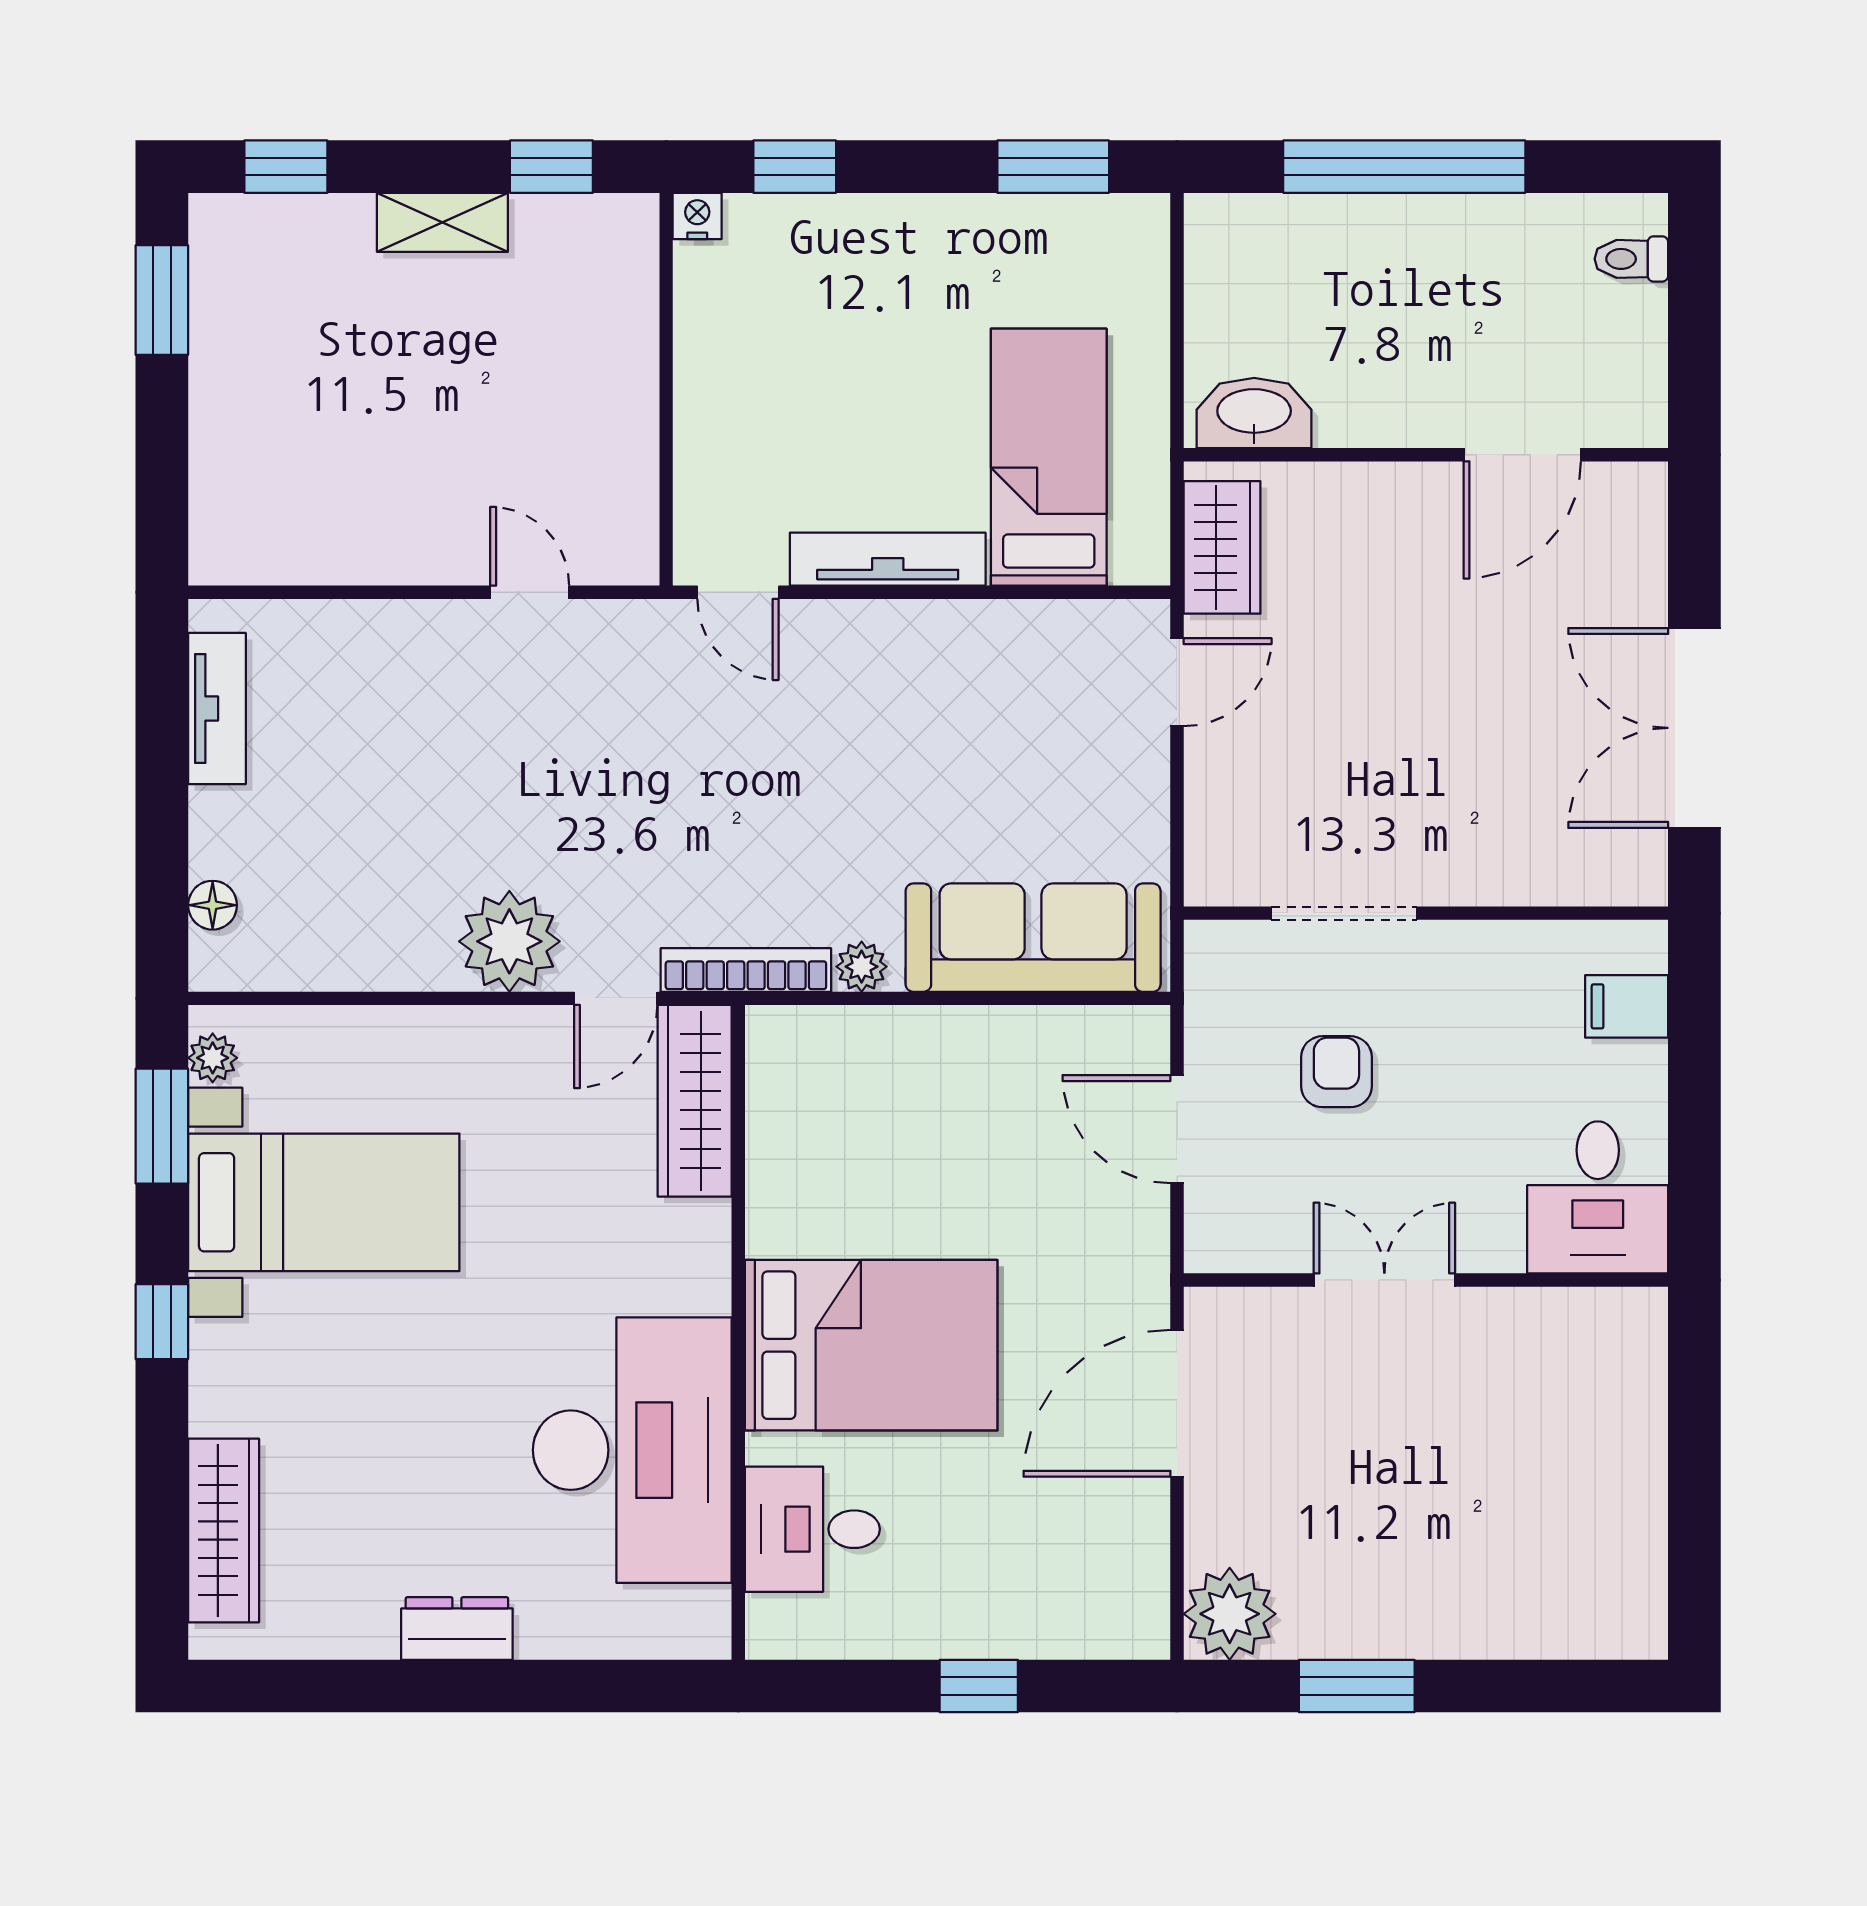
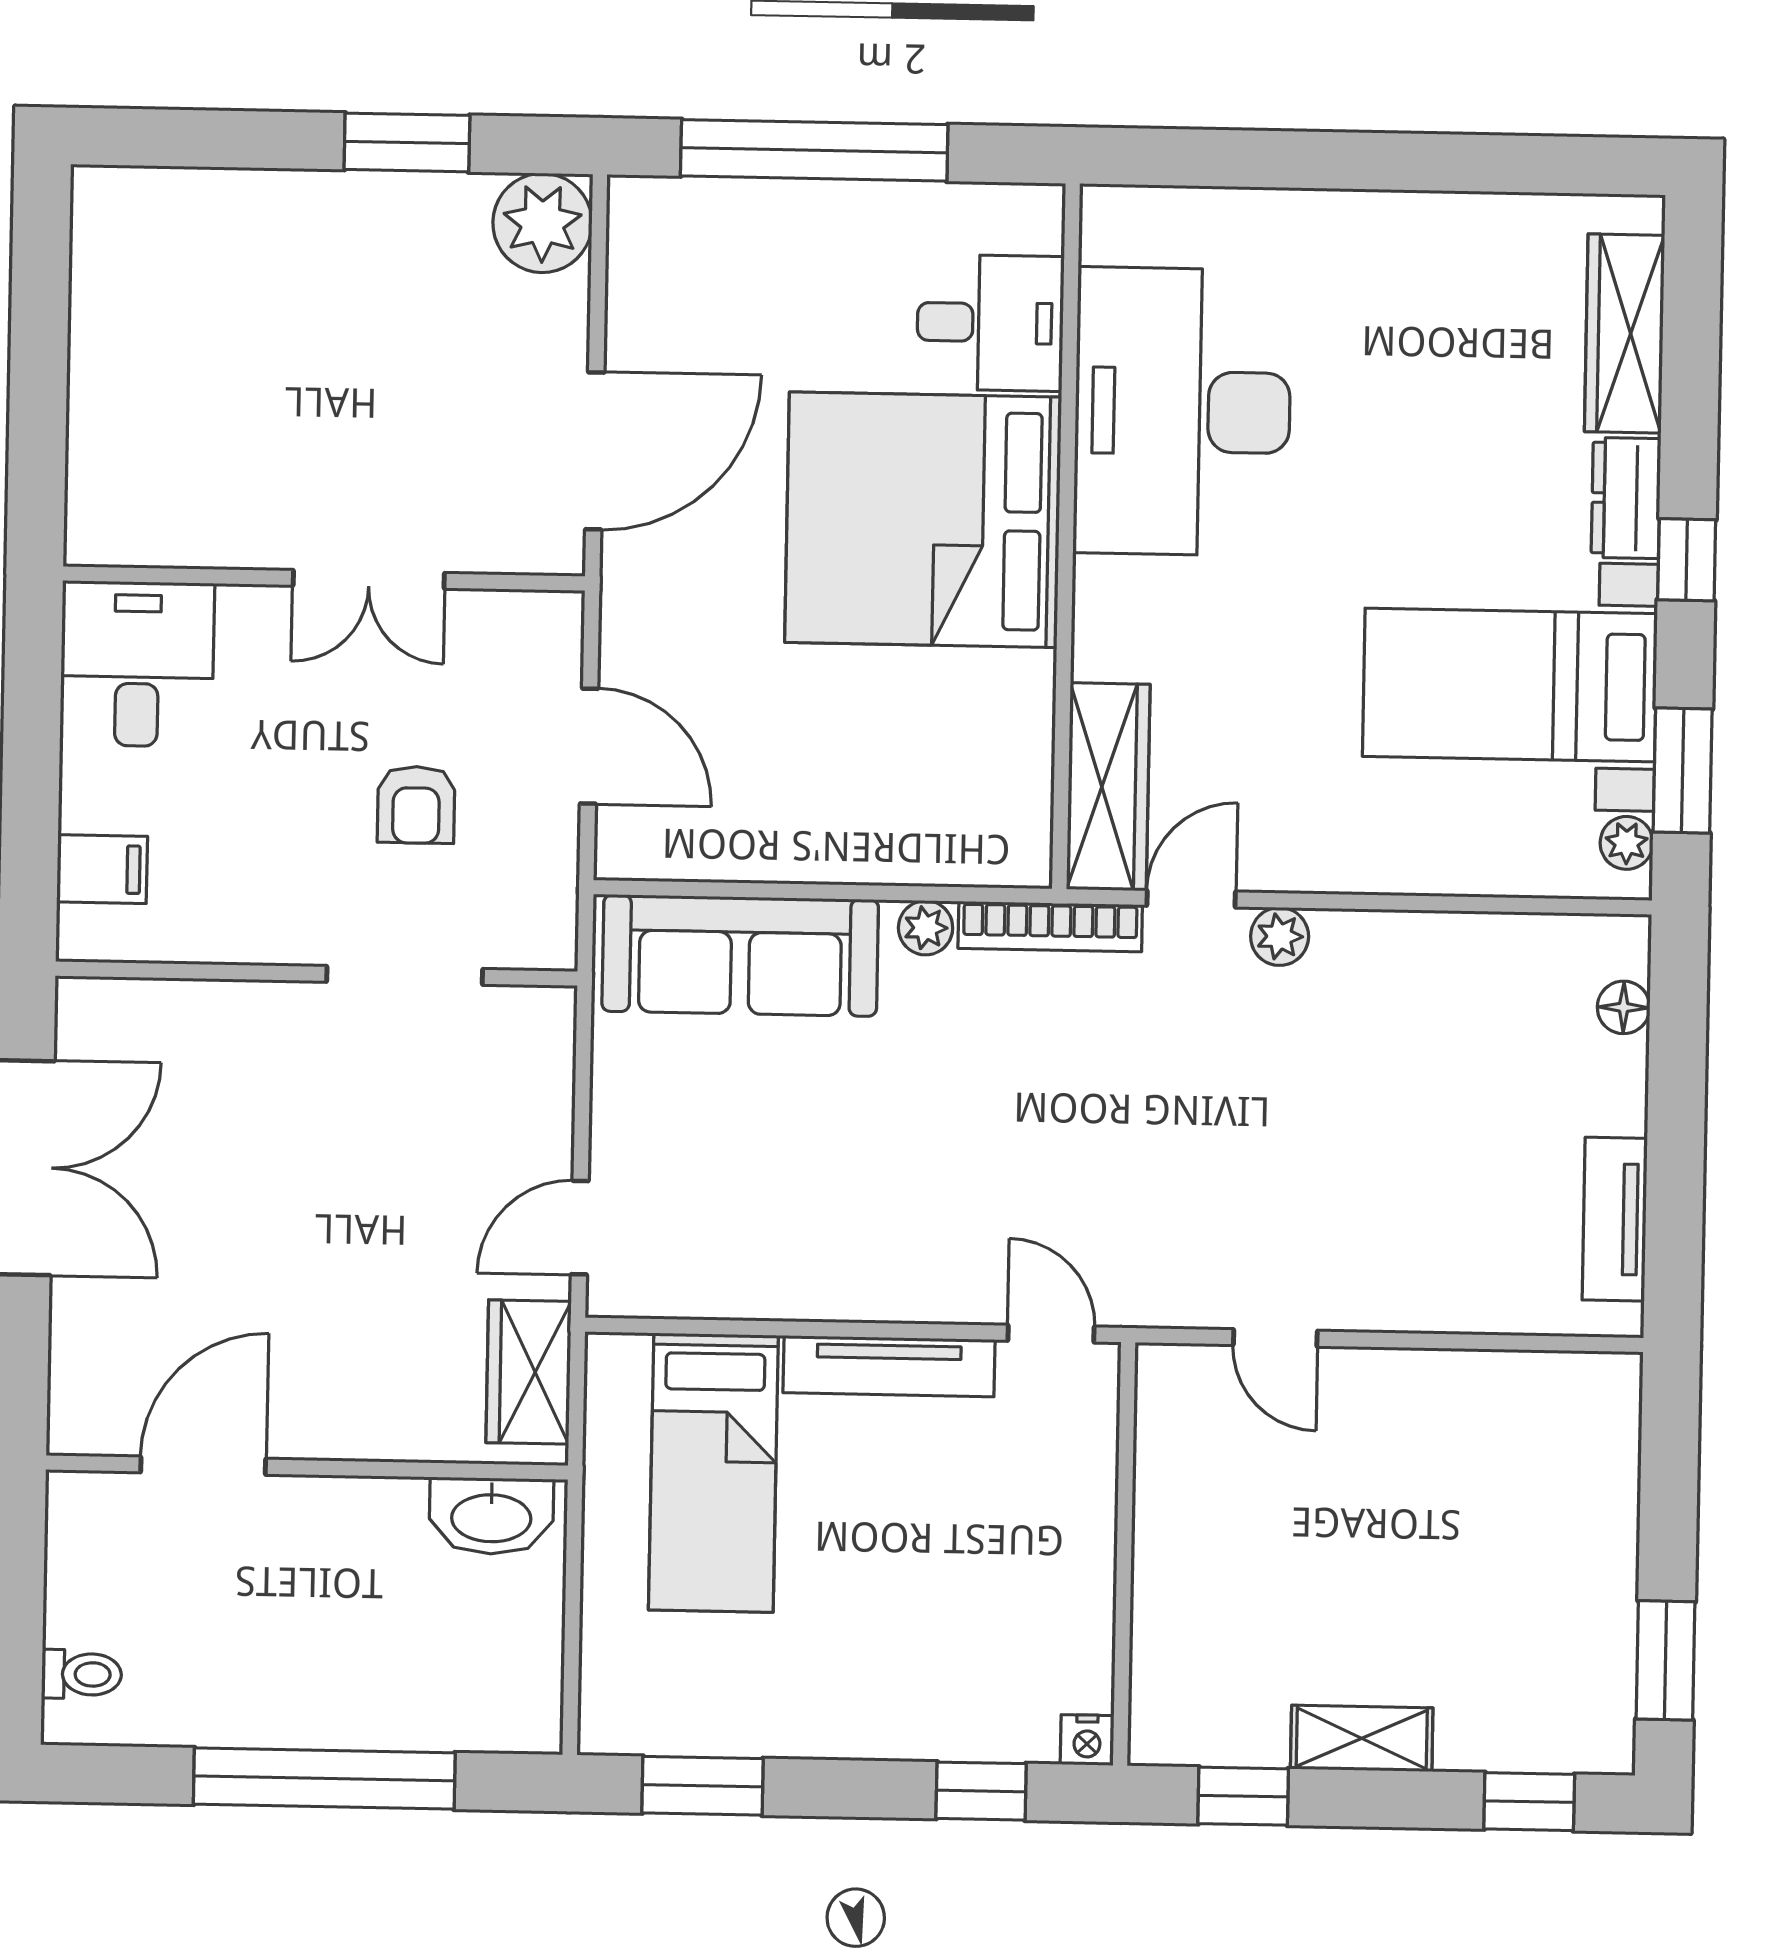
plant: (509, 941) -> (1280, 936), width x0.53, depth x0.53
bed: (871, 1345) -> (923, 520), width x1.36
dresser: (457, 1629) -> (1626, 498), moved, turned 90
window: (979, 1686) -> (814, 150), width x3.17

